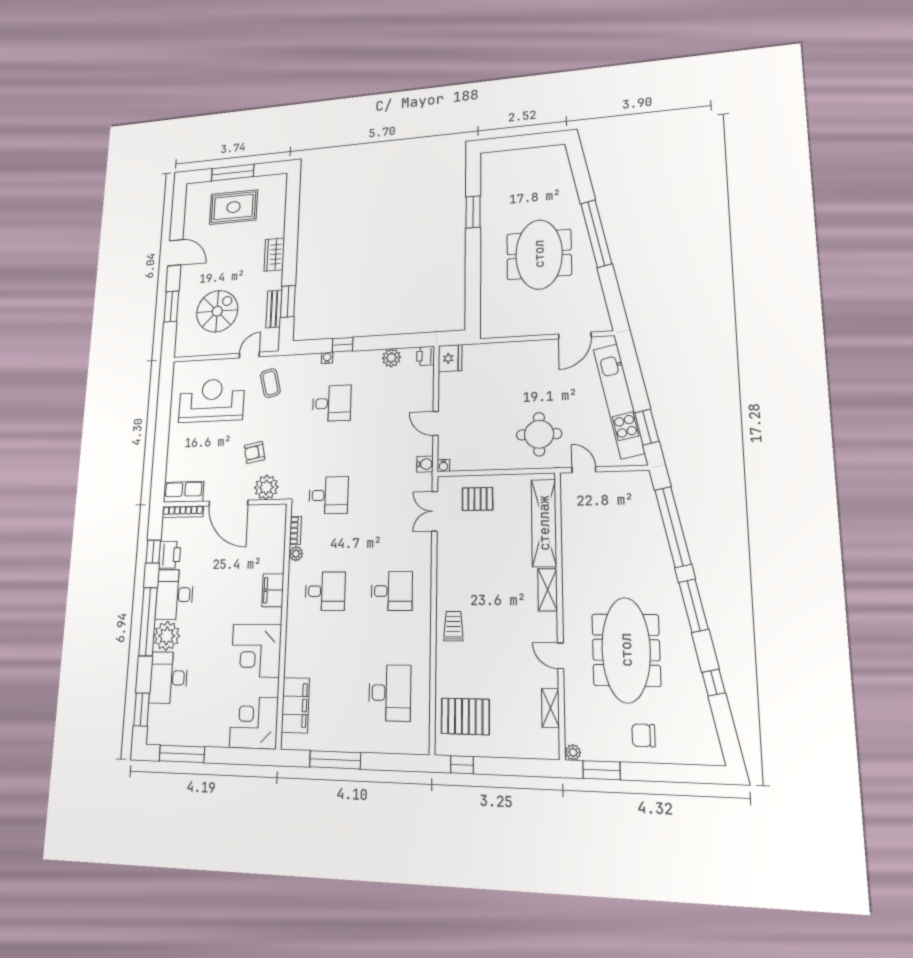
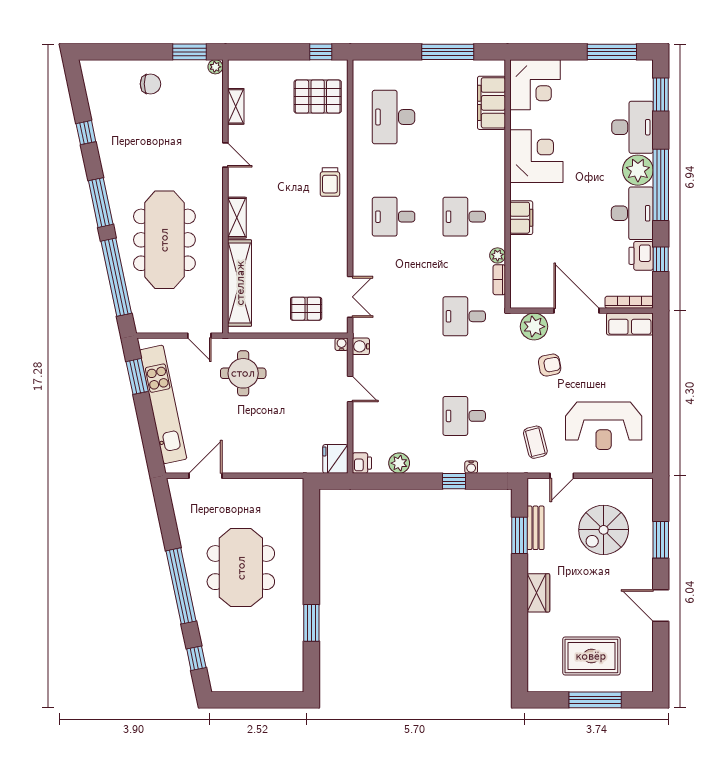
window: (580, 171) -> (196, 658), added
meeting table: (626, 650) -> (164, 240), moved

